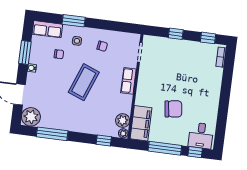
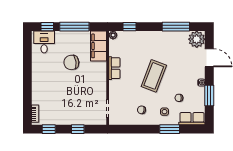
row of seats: (128, 81) -> (114, 68), moved
plant: (123, 121) -> (115, 46), removed

